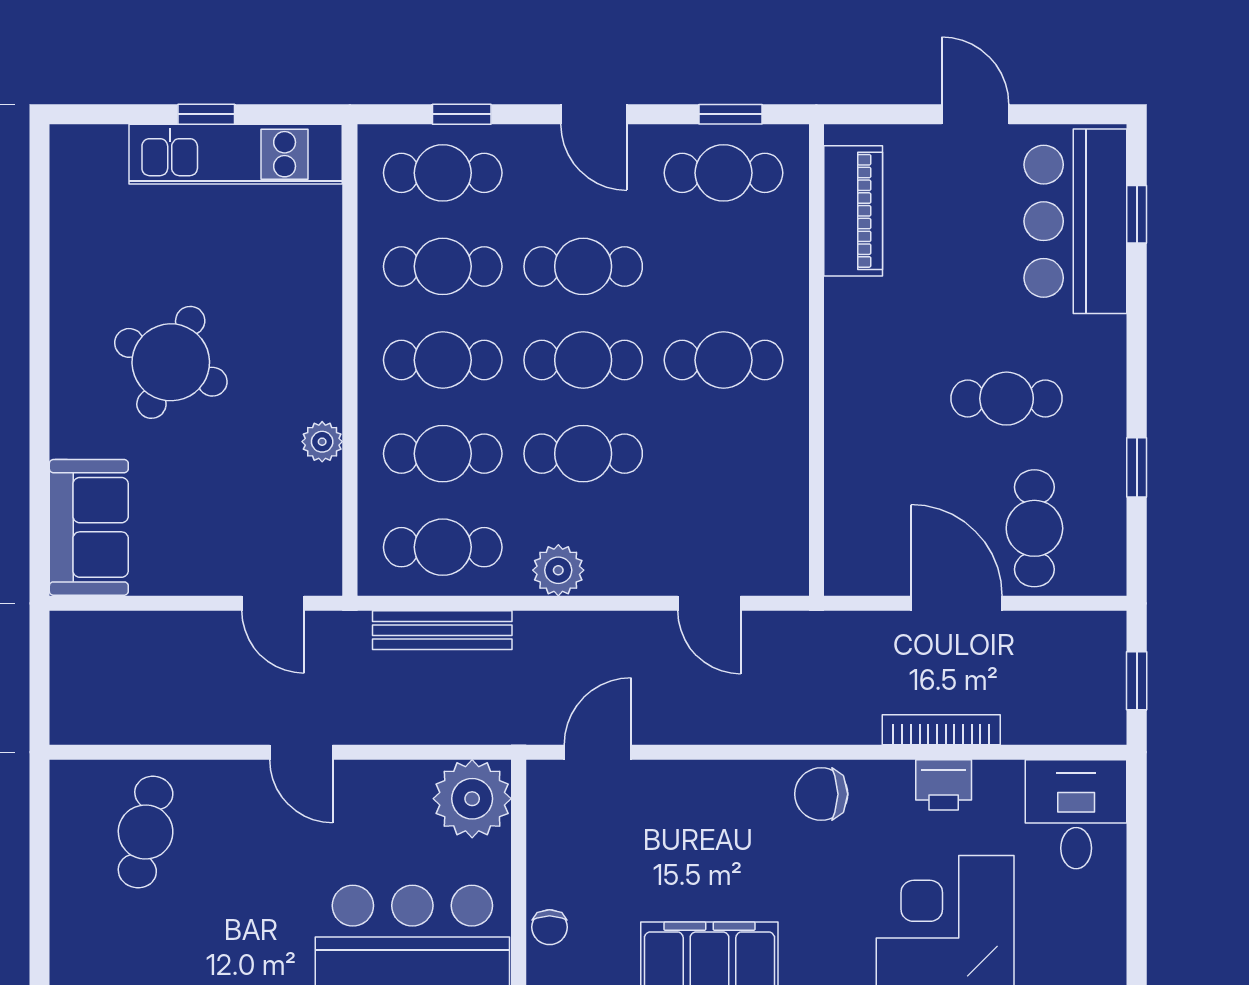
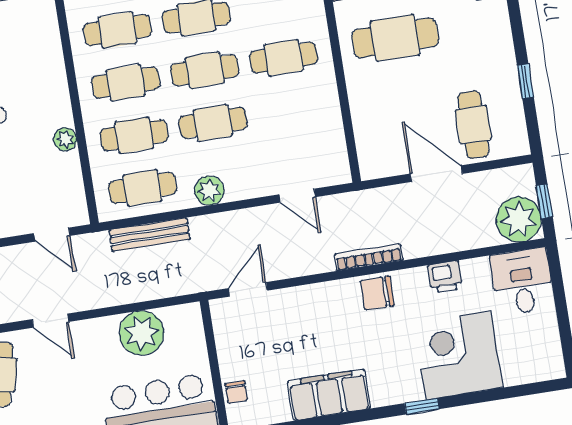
cafe table: (1007, 399) -> (395, 38), moved, width x1.37, depth x1.35
plant: (1087, 705) -> (519, 219), added
bookcase: (941, 730) -> (369, 257), moved
door: (301, 752) -> (51, 321), moved
plant: (472, 799) -> (141, 333), moved

